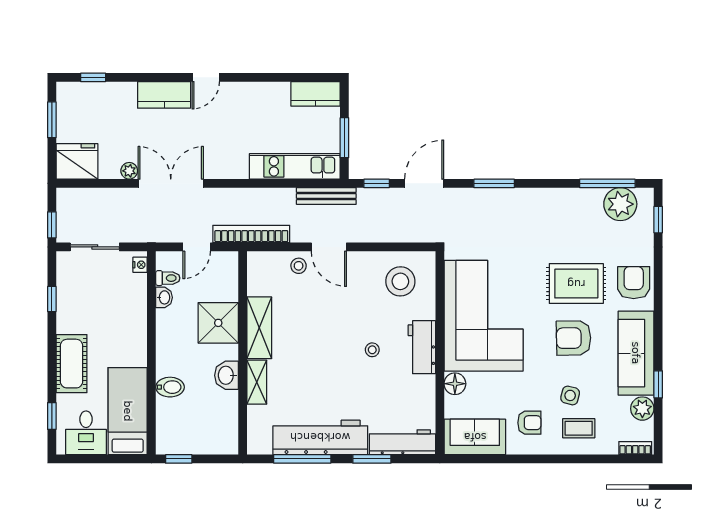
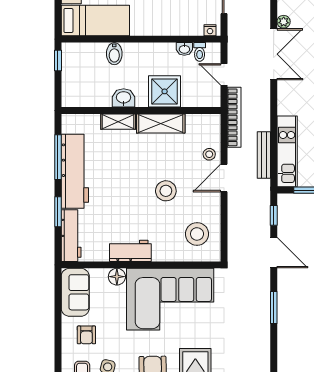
bench: (326, 196) -> (264, 155), moved
workbench: (422, 347) -> (130, 251), moved
stool: (372, 350) -> (166, 191), moved, width x1.89, depth x1.89

